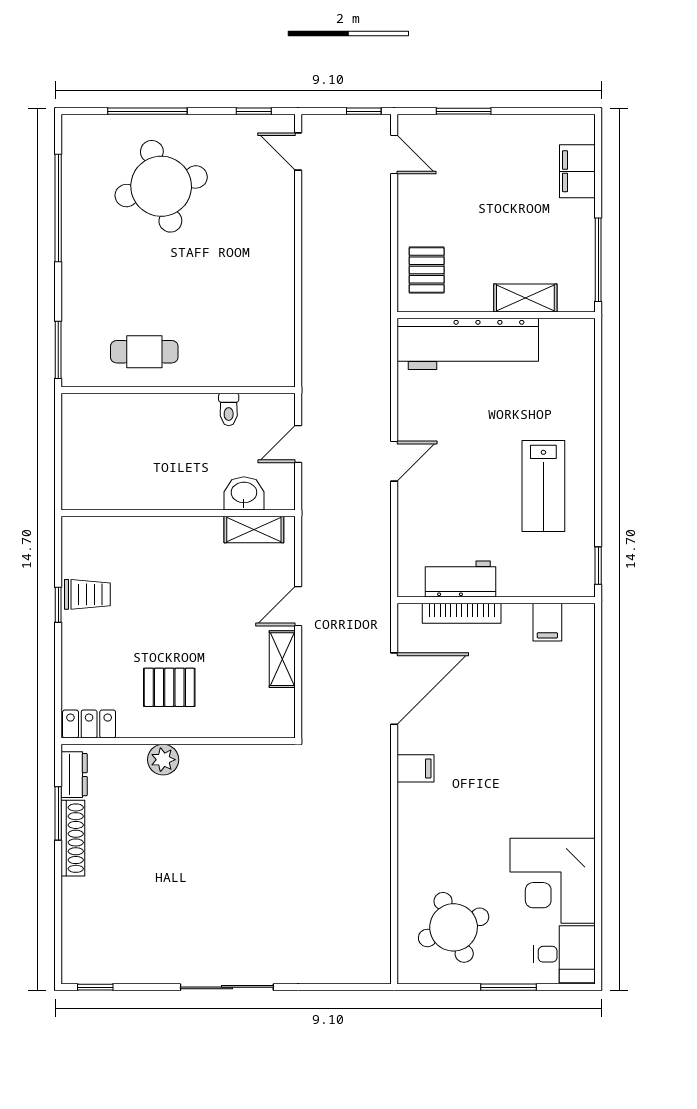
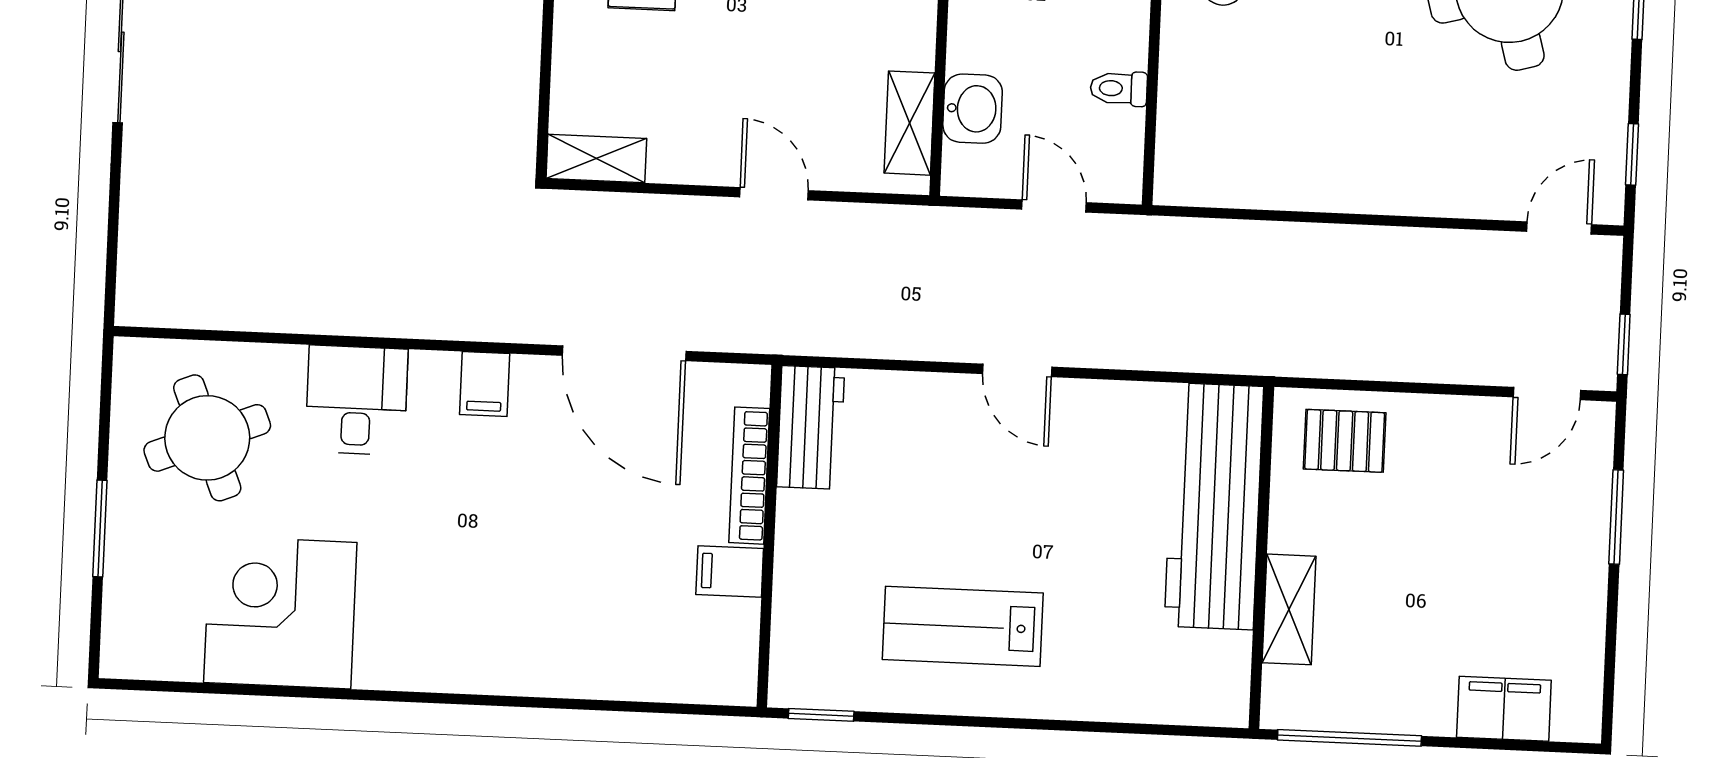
workbench: (461, 579) -> (811, 428), moved
filing cabinet: (547, 622) -> (730, 572), moved
shelving: (282, 659) -> (596, 159), moved
desk: (564, 954) -> (357, 400), moved, turned 180

